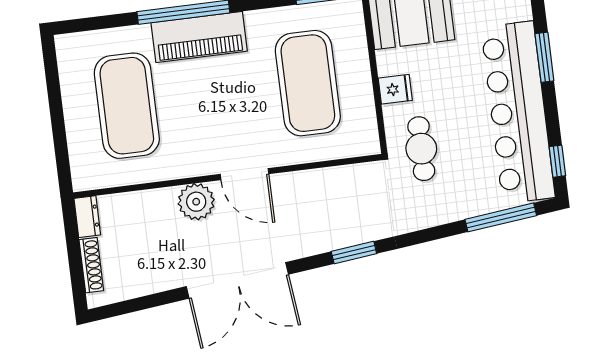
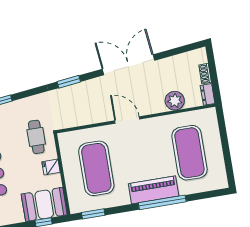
plant: (196, 202) -> (175, 101), moved
shoe rack: (91, 265) -> (205, 74), width x0.70

